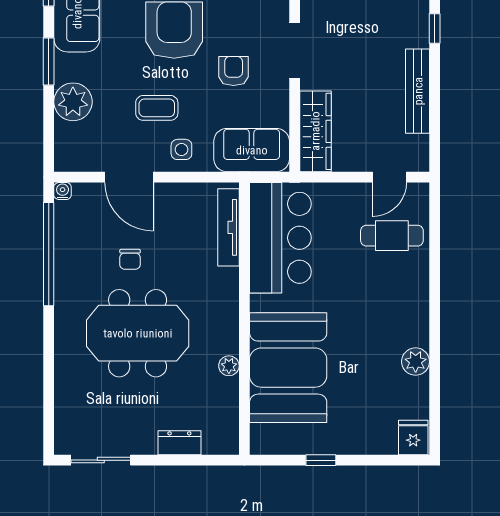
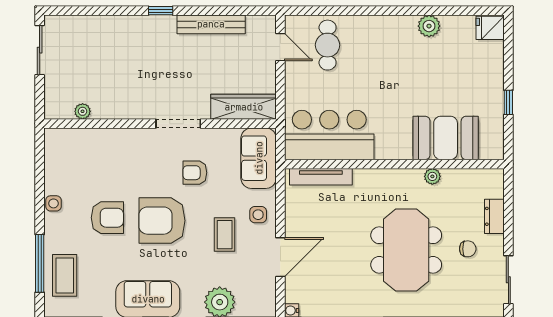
chair: (130, 259) -> (468, 249), moved
booth: (288, 368) -> (446, 138), width x0.73, depth x0.70

